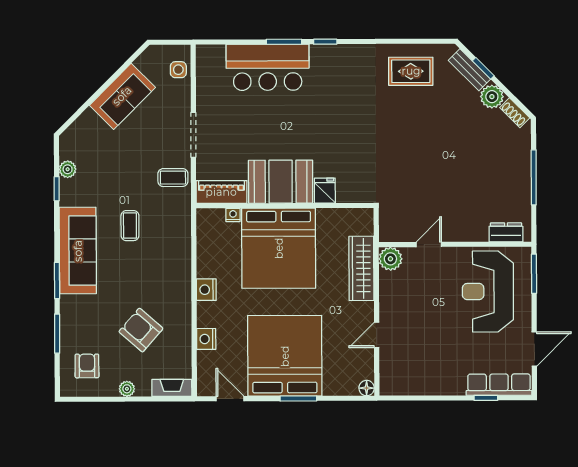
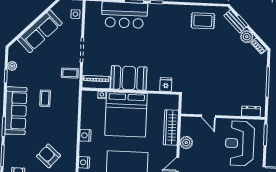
sofa: (122, 96) -> (40, 31), width x1.36
fridge: (325, 191) -> (166, 85), moved
door: (429, 245) -> (208, 116), swing flipped
plant: (390, 259) -> (186, 143), moved

